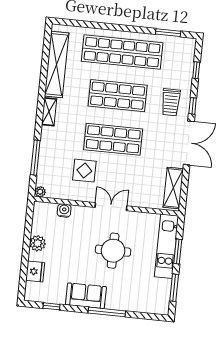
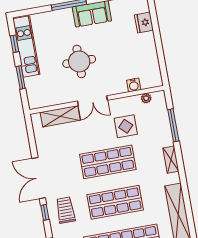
shelving: (49, 112) -> (171, 160), moved
shelving: (173, 188) -> (60, 116), moved, turned 90
plant: (40, 192) -> (146, 98), moved
plant: (38, 243) -> (149, 49), removed
kitchen unit: (166, 246) -> (26, 47), moved
window: (174, 288) -> (15, 44), width x0.67

